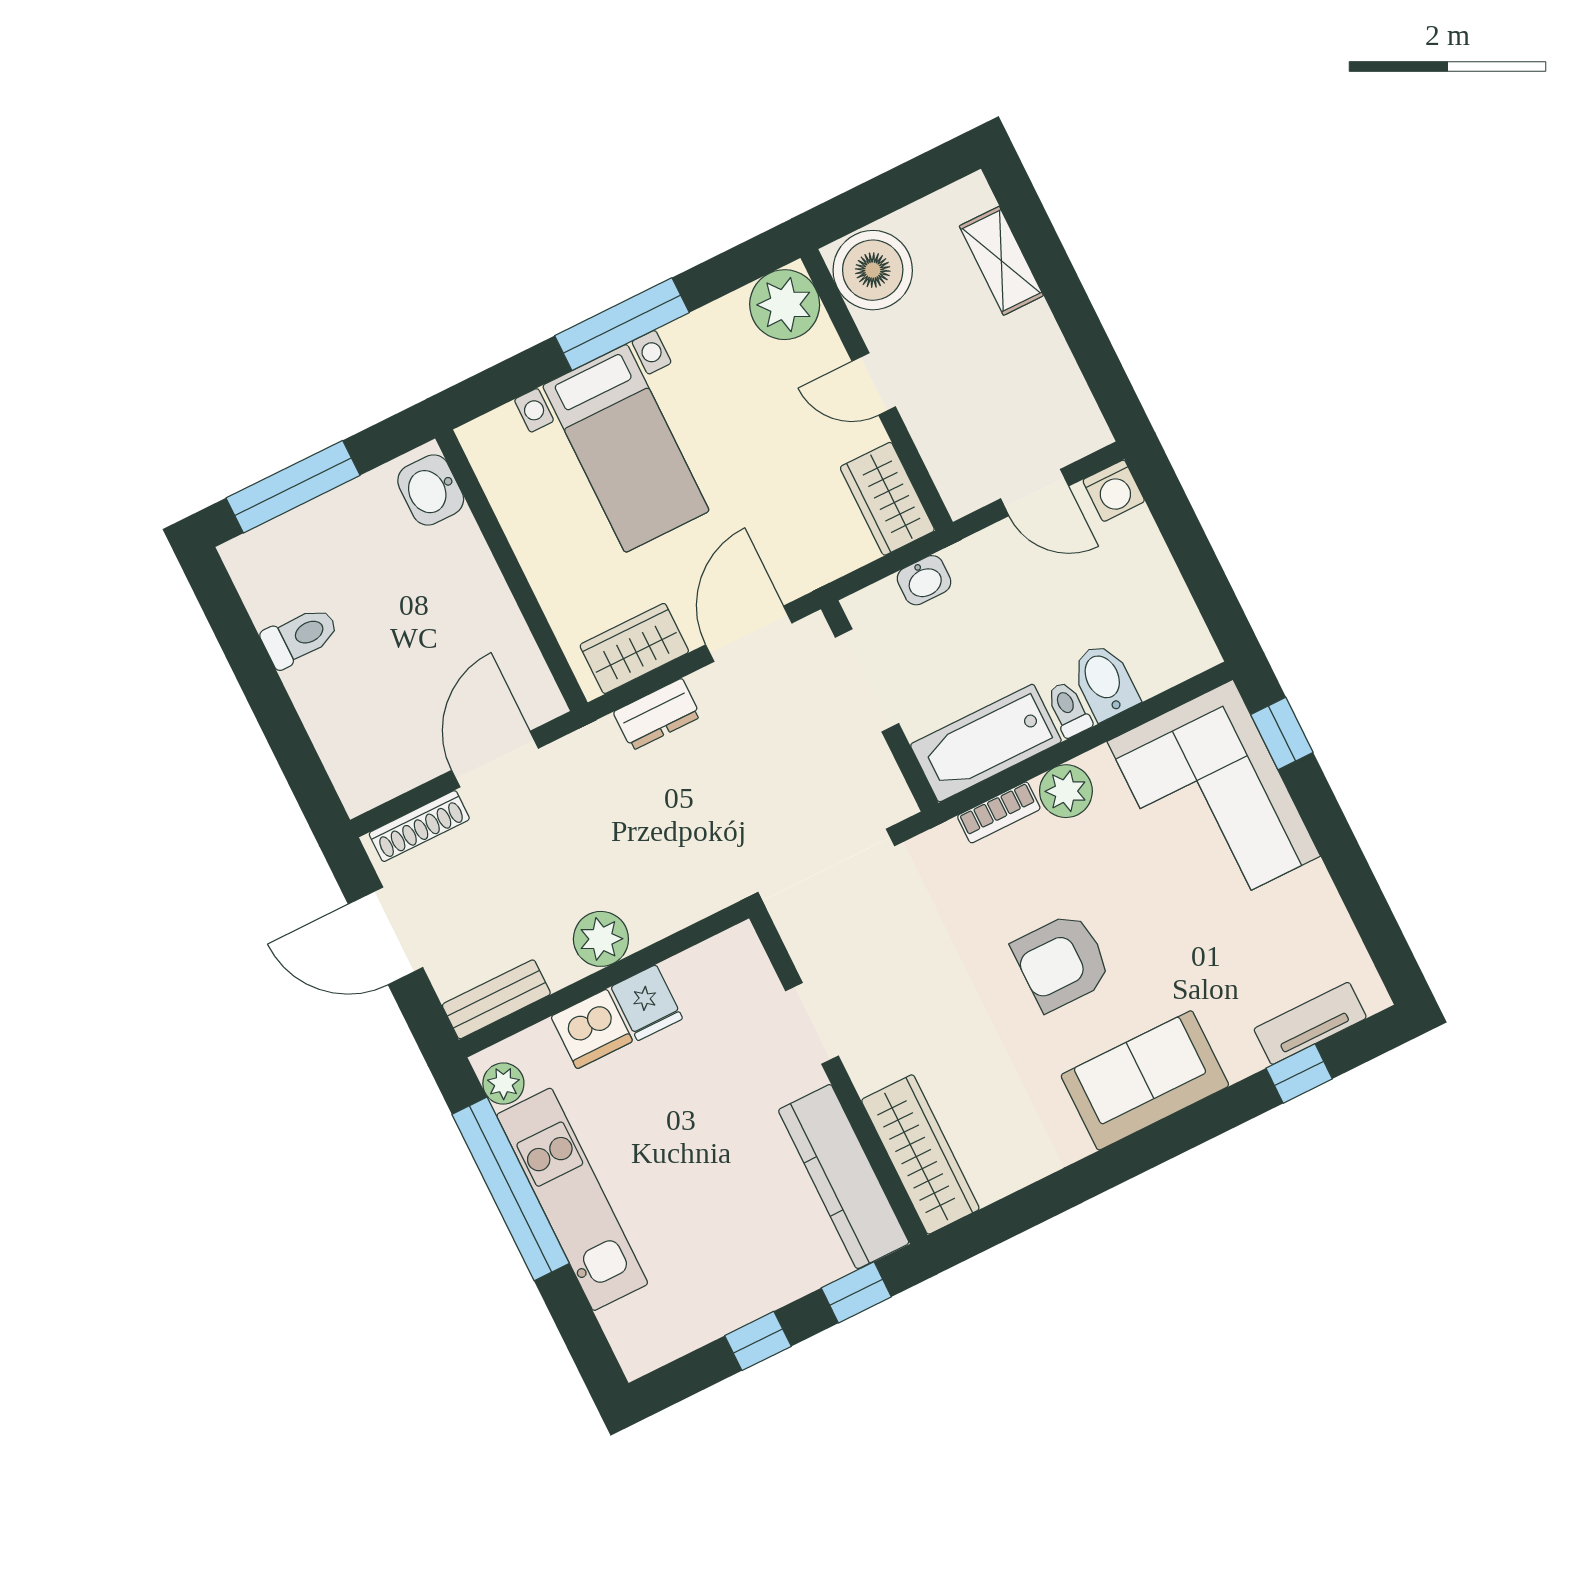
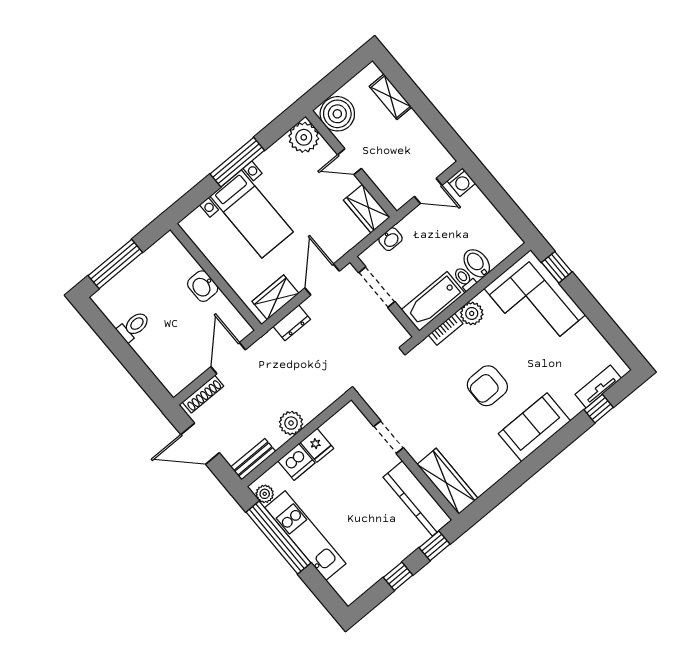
washbasin: (431, 490) -> (203, 286), moved

